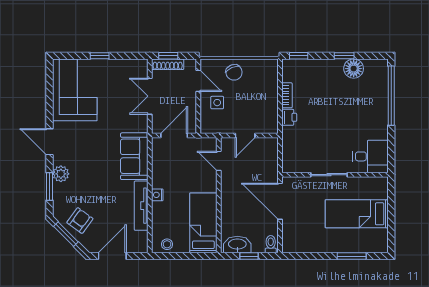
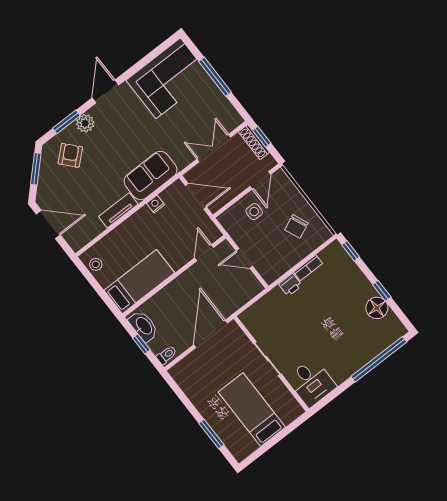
window: (100, 56) -> (215, 77), width x2.17
chair: (234, 72) -> (296, 226), moved
nightstand: (157, 195) -> (156, 204), moved
tv unit: (141, 206) -> (118, 210), width x0.71
armchair: (80, 221) -> (70, 155), moved, turned -78

